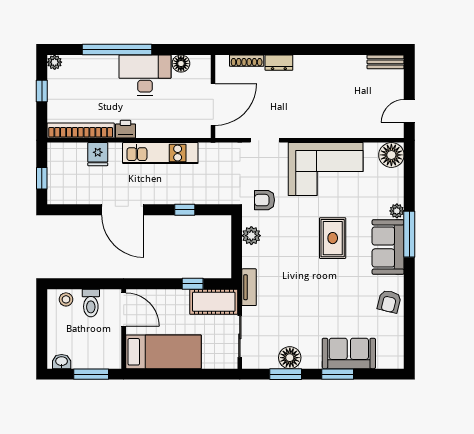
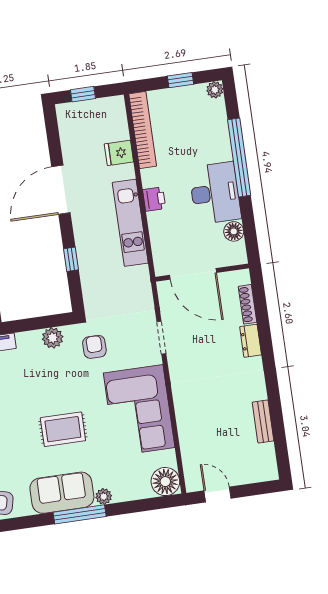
bench: (386, 62) -> (263, 422), moved
printer: (126, 129) -> (154, 199), moved

